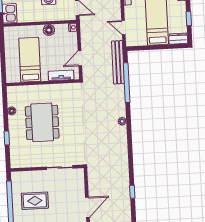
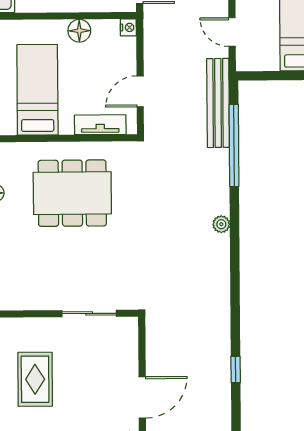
dining table: (42, 122) -> (72, 193), moved, turned 90
rug: (35, 201) -> (35, 379), turned 90

